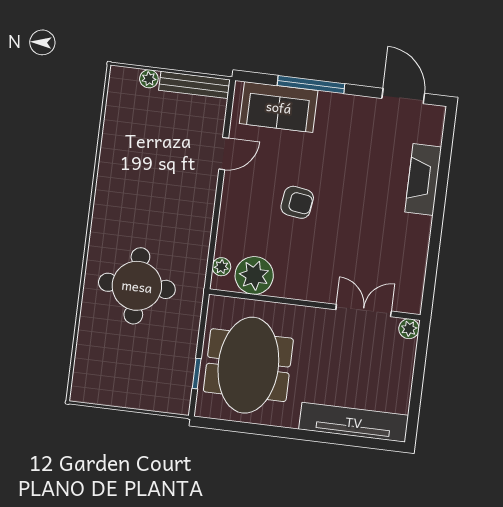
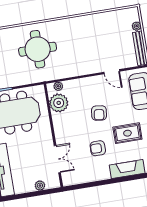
rug: (353, 158) -> (127, 133), added
armchair: (365, 225) -> (98, 148), added
plant: (409, 329) -> (40, 186), moved

